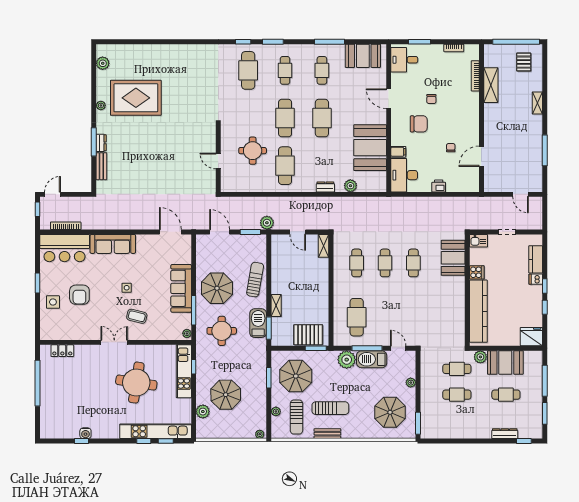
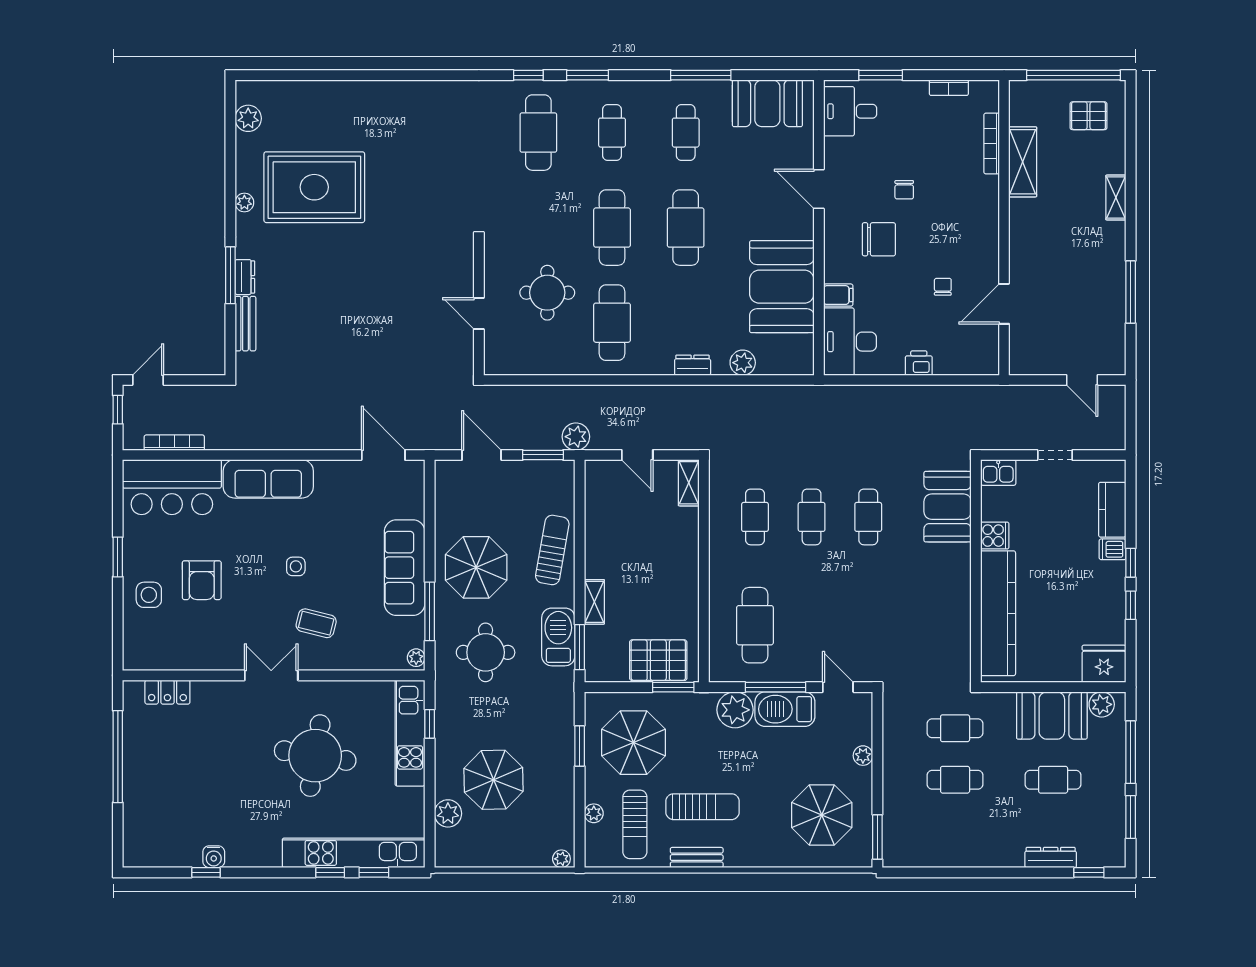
pallet: (524, 62) -> (1089, 116), turned 90
plant: (480, 357) -> (1102, 704), moved

